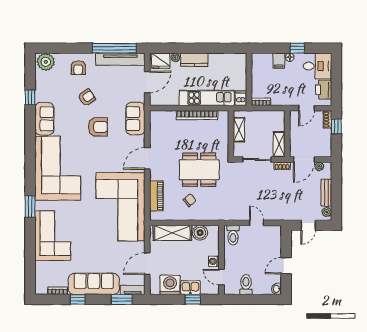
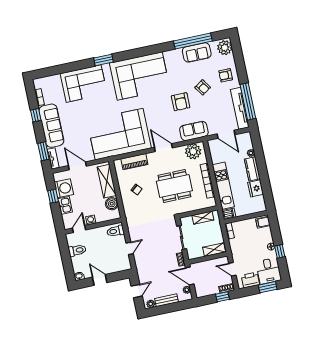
fridge: (161, 61) -> (256, 188), moved
filing cabinet: (279, 61) -> (263, 222), moved
window: (336, 71) -> (268, 287), added
window: (30, 97) -> (193, 41), width x3.17
sofa: (44, 119) -> (197, 52), moved
plant: (159, 125) -> (193, 151), added
shelving: (279, 144) -> (214, 250), moved
dining table: (199, 170) -> (174, 186), moved, turned 90
door: (308, 225) -> (137, 291), swing flipped
window: (193, 299) -> (53, 196), moved

